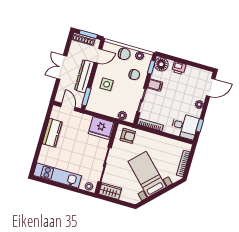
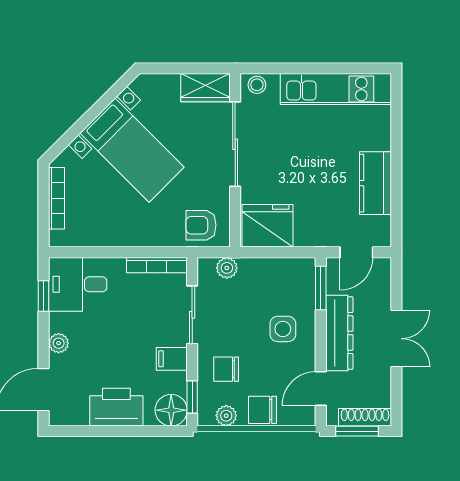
printer: (179, 68) -> (116, 407), width x1.87, depth x1.48
door: (68, 107) -> (356, 252), hinge flipped

